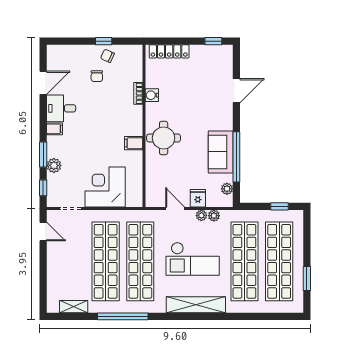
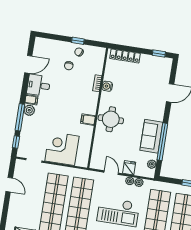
window: (43, 155) -> (20, 117), width x1.44
plant: (54, 165) -> (29, 110), moved
door: (43, 231) -> (9, 185), moved

